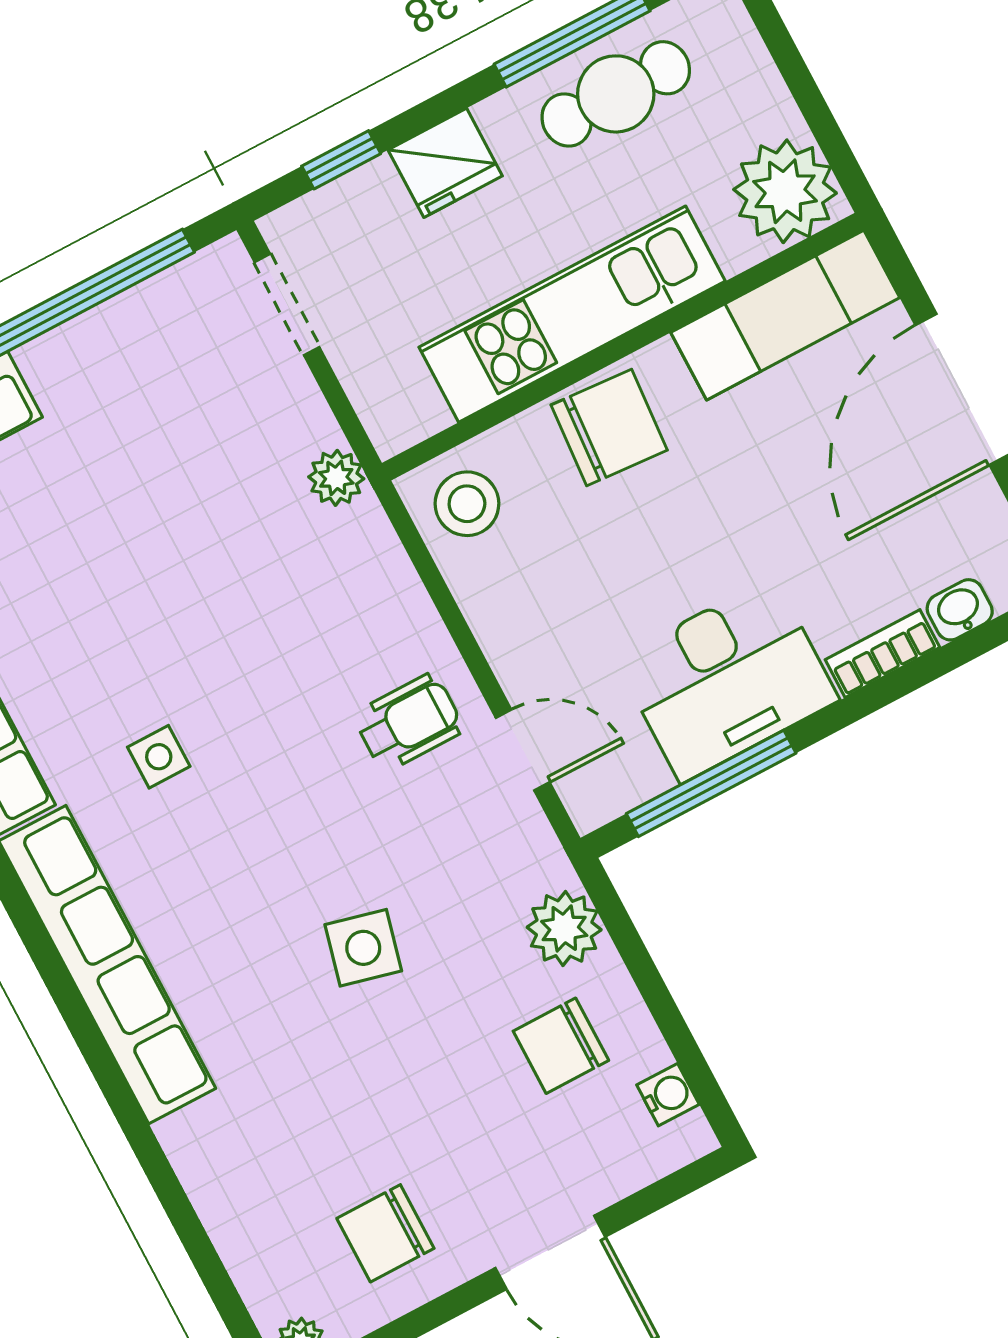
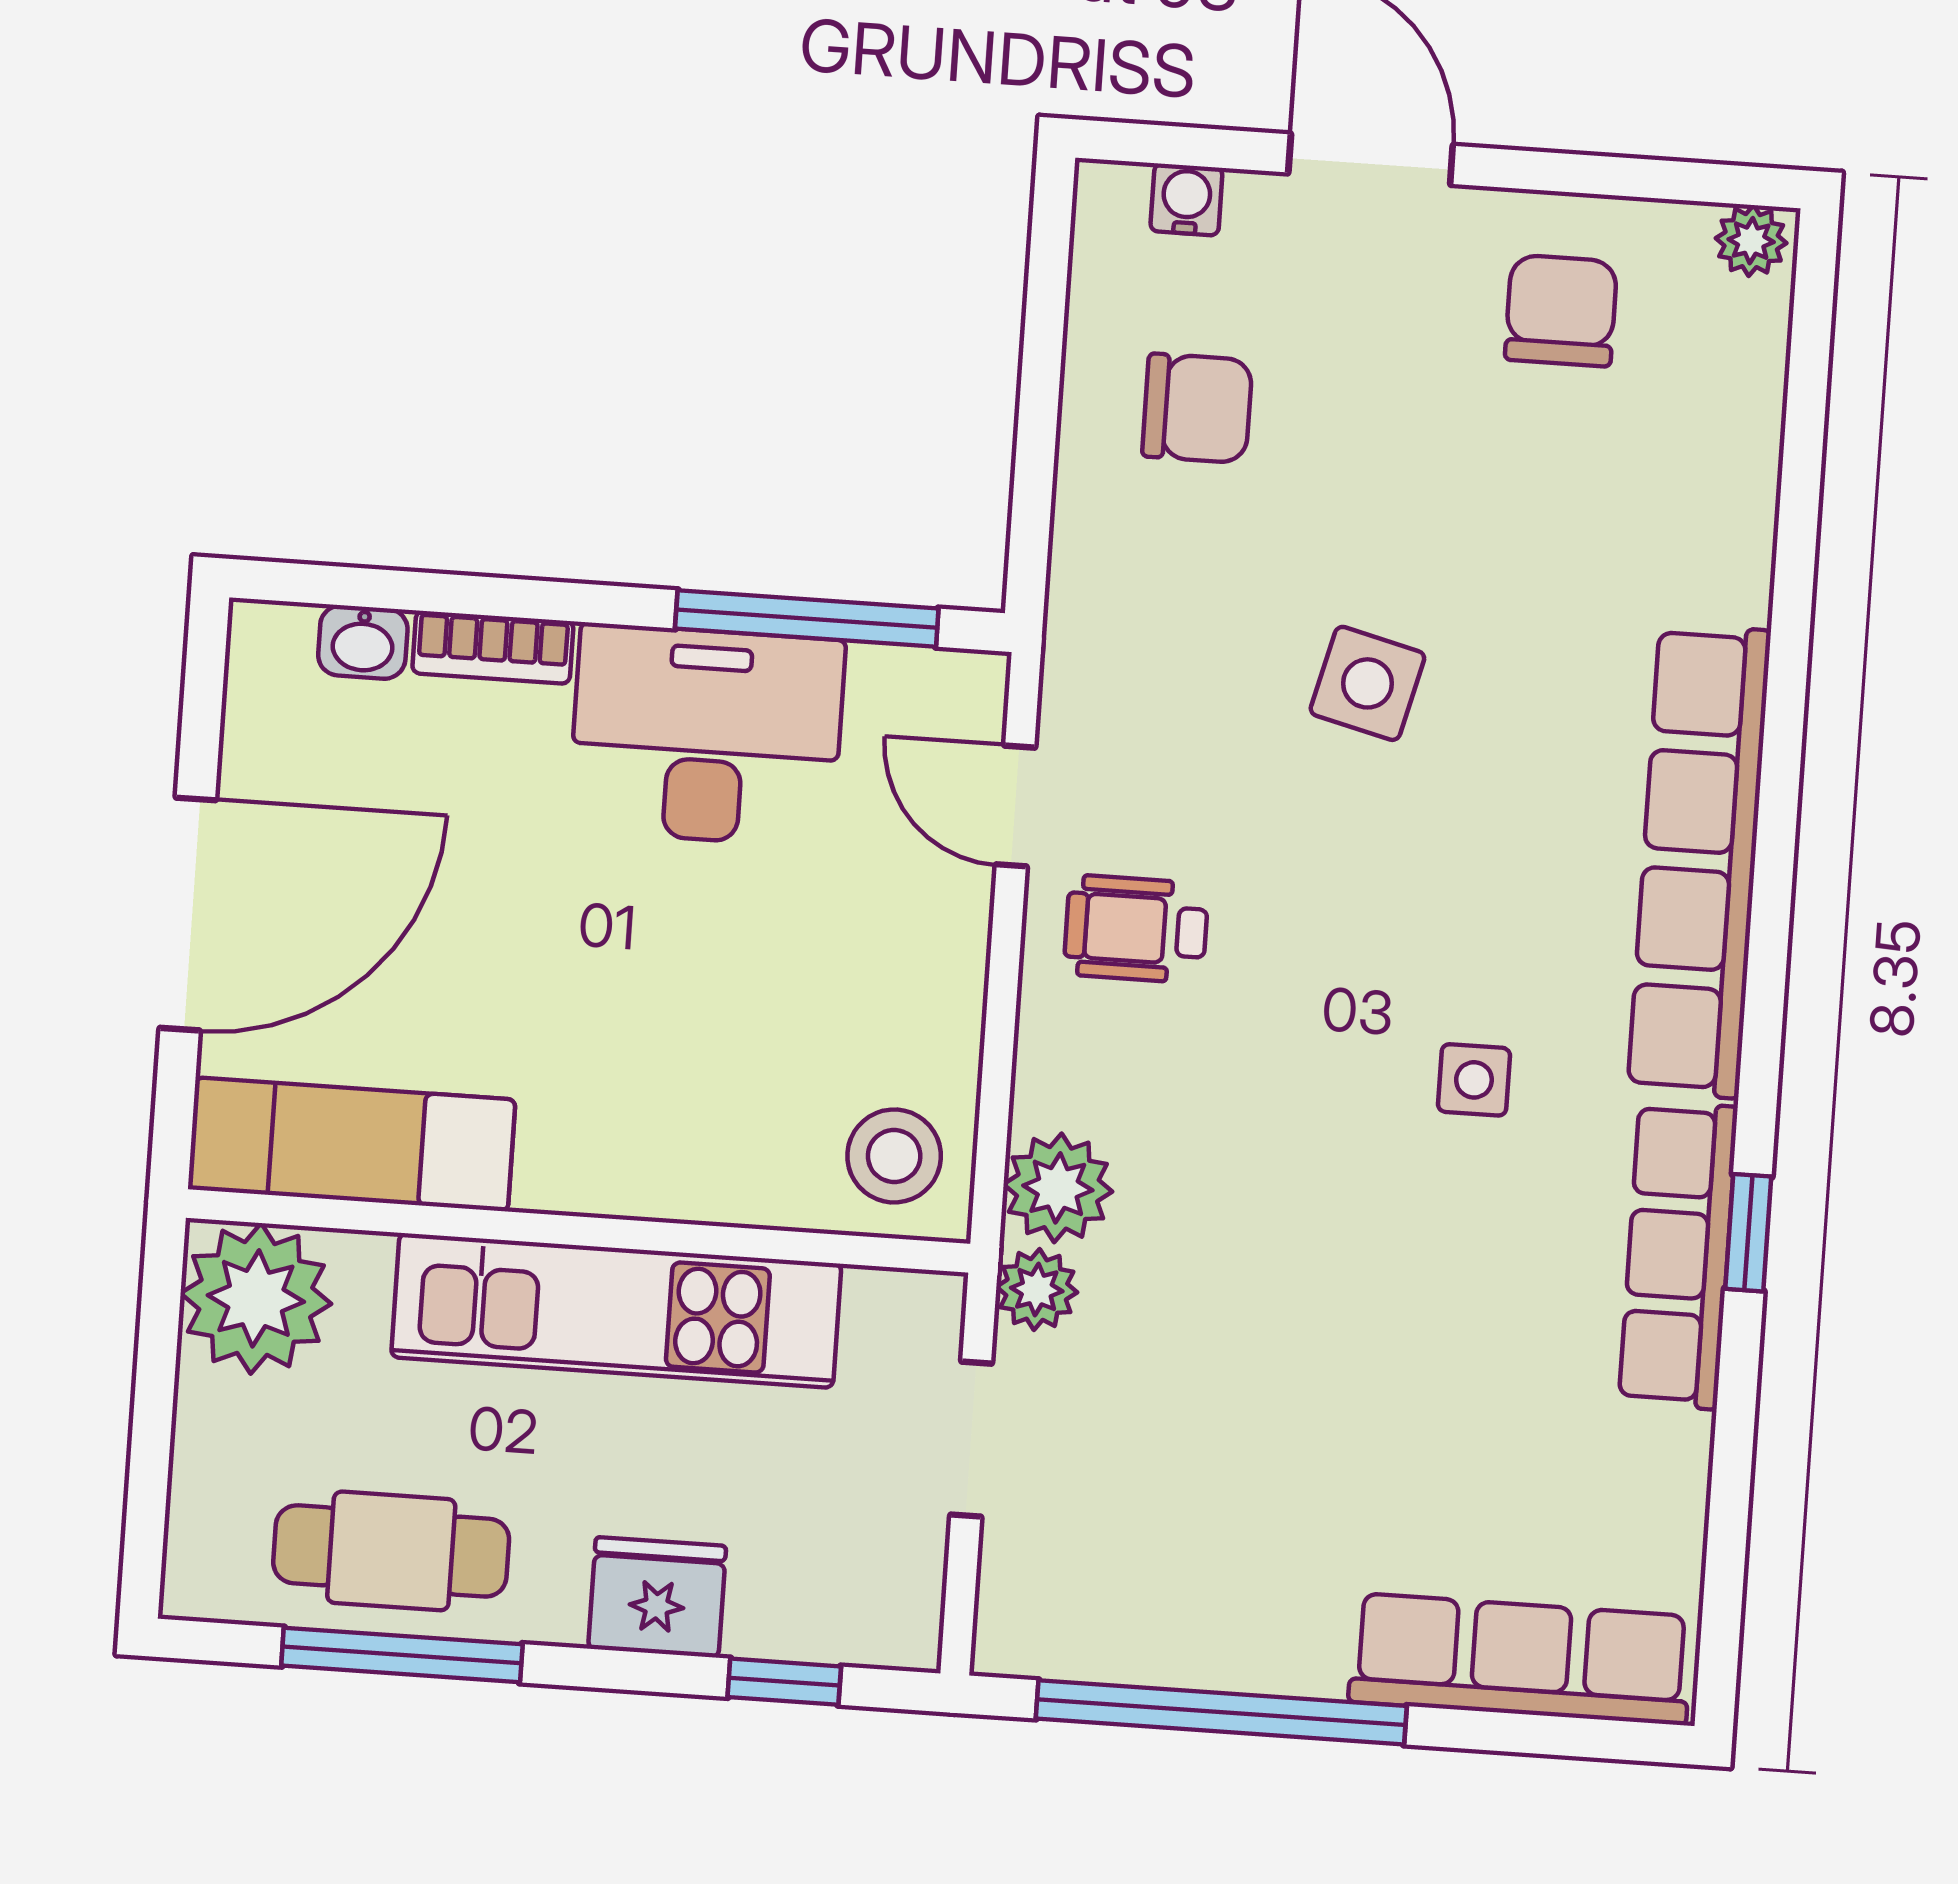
doorway: (287, 305) -> (971, 1439), moved
chair: (609, 428) -> (658, 1141), removed
plant: (564, 928) -> (1058, 1188), moved
water cooler: (668, 1095) -> (1186, 200), moved, turned 90
chair: (385, 1233) -> (1561, 311), turned -90

